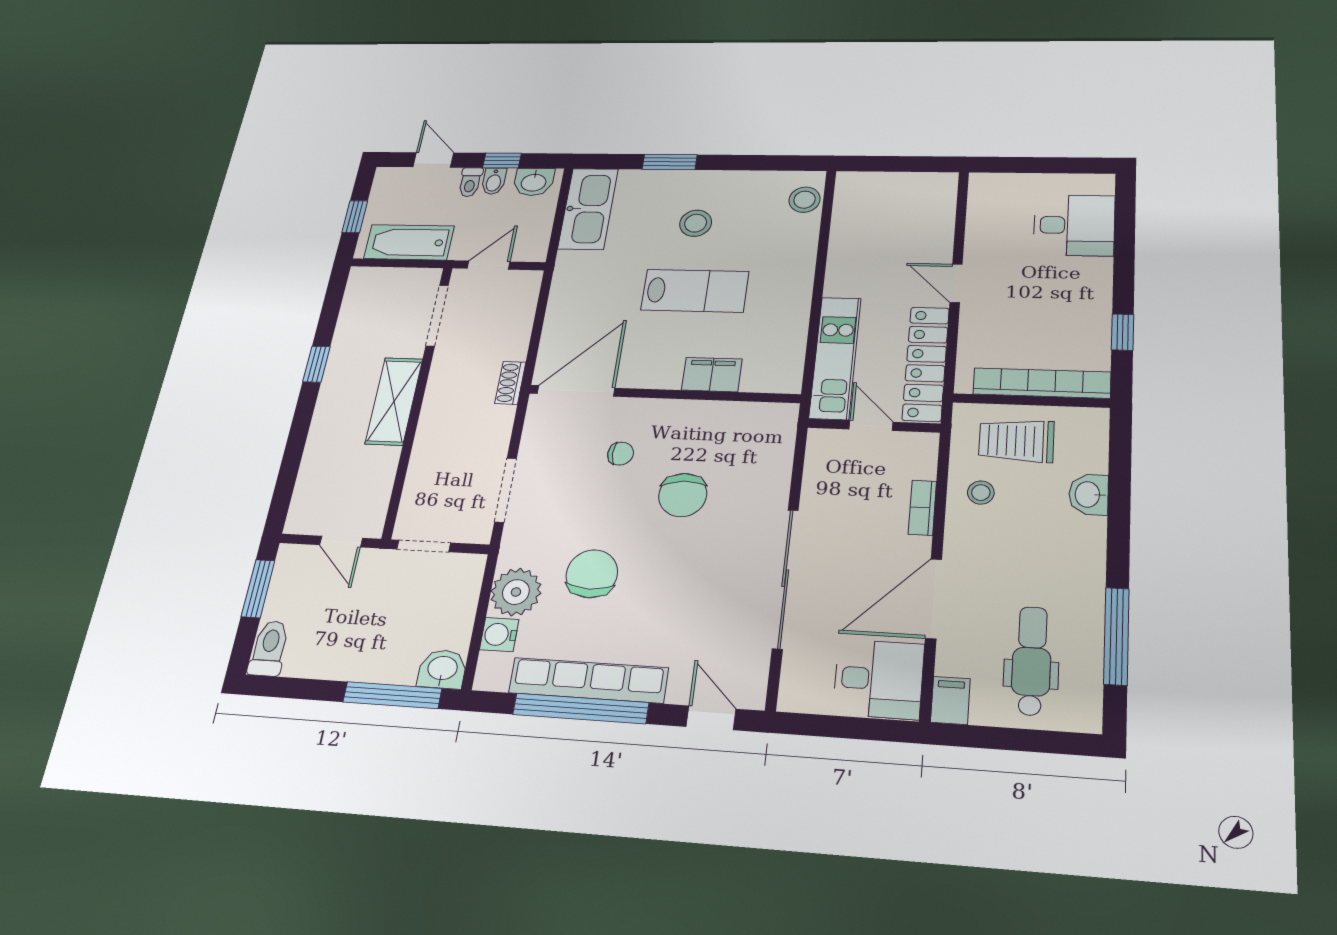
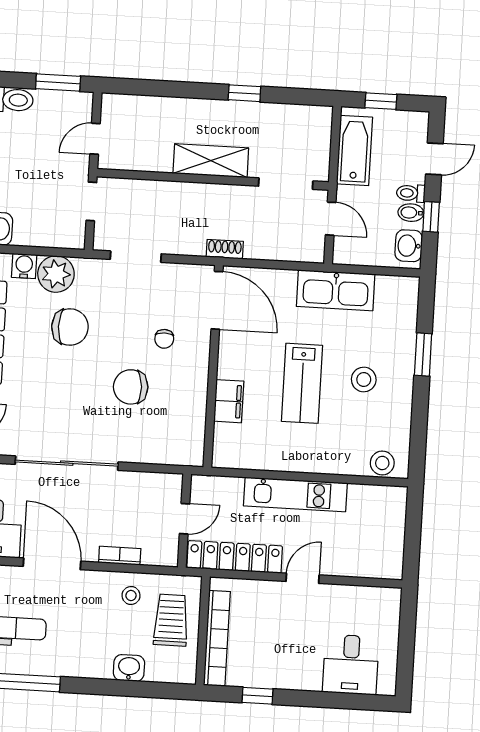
kitchen sink: (588, 209) -> (336, 290), moved
kitchen unit: (835, 358) -> (295, 494), moved

